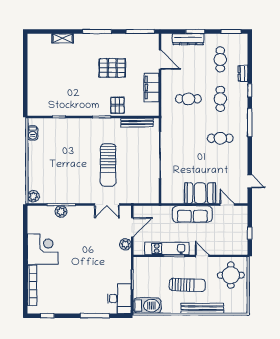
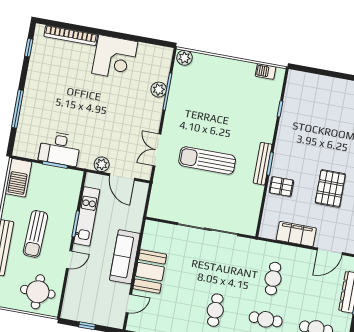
bench: (137, 123) -> (263, 164), moved
desk: (119, 299) -> (60, 149), moved

